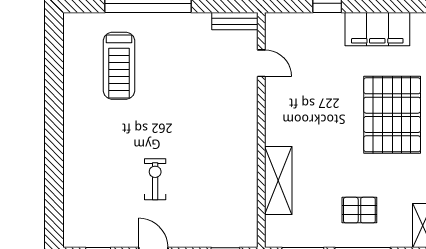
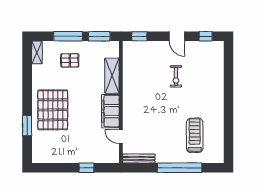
bench: (235, 21) -> (139, 159), width x1.36
filing cabinet: (377, 29) -> (110, 111), moved, turned -90

